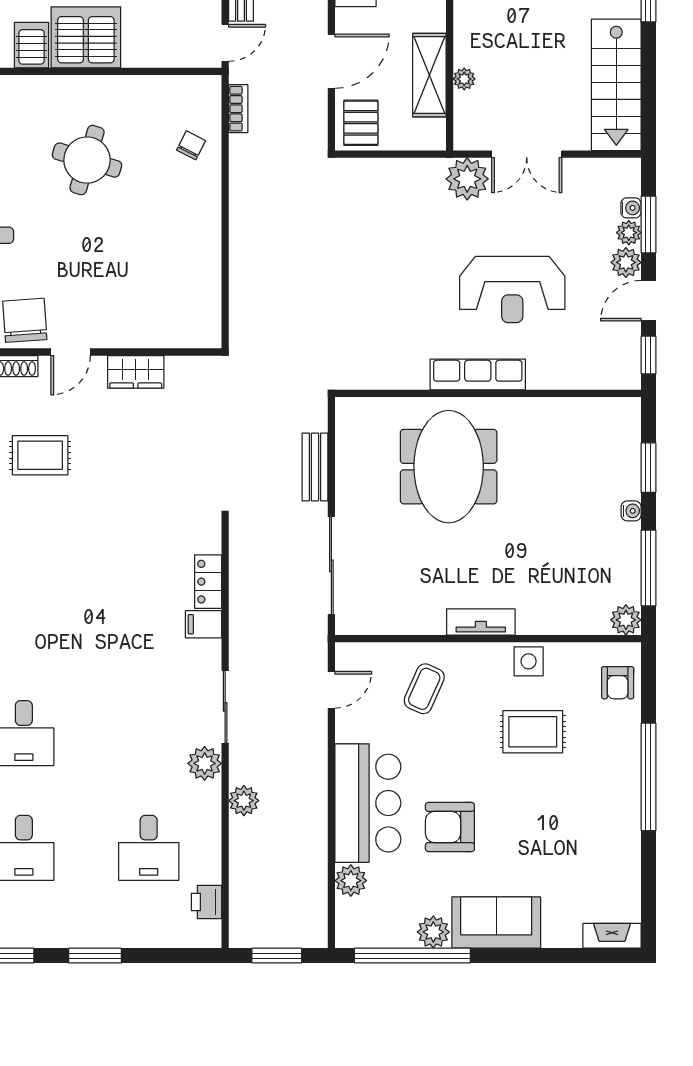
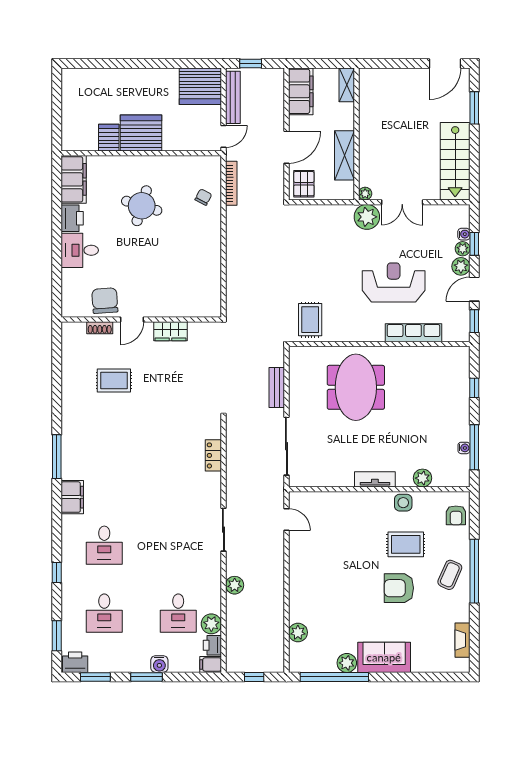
plant: (464, 79) -> (365, 194), moved
bookcase: (238, 109) -> (231, 183), width x1.56
window: (648, 224) -> (474, 244), width x0.67
reception desk: (512, 290) -> (394, 282), turned 180
rug: (371, 352) -> (310, 320), added
row of seats: (478, 374) -> (413, 333), moved
window: (648, 468) -> (474, 388), width x0.67
water cooler: (631, 511) -> (464, 448), moved
plant: (626, 620) -> (422, 478), moved
filing cabinet: (203, 624) -> (211, 664), moved
coffee table: (424, 689) -> (450, 575), moved
door: (331, 690) -> (286, 519), hinge flipped
plant: (205, 763) -> (211, 624), moved
bar counter: (368, 803) -> (308, 587), removed
armchair: (450, 827) -> (399, 588), moved
water cooler: (117, 934) -> (159, 664), added
fireplace: (612, 936) -> (462, 640), moved, turned -90
window: (277, 956) -> (254, 677), width x0.67

